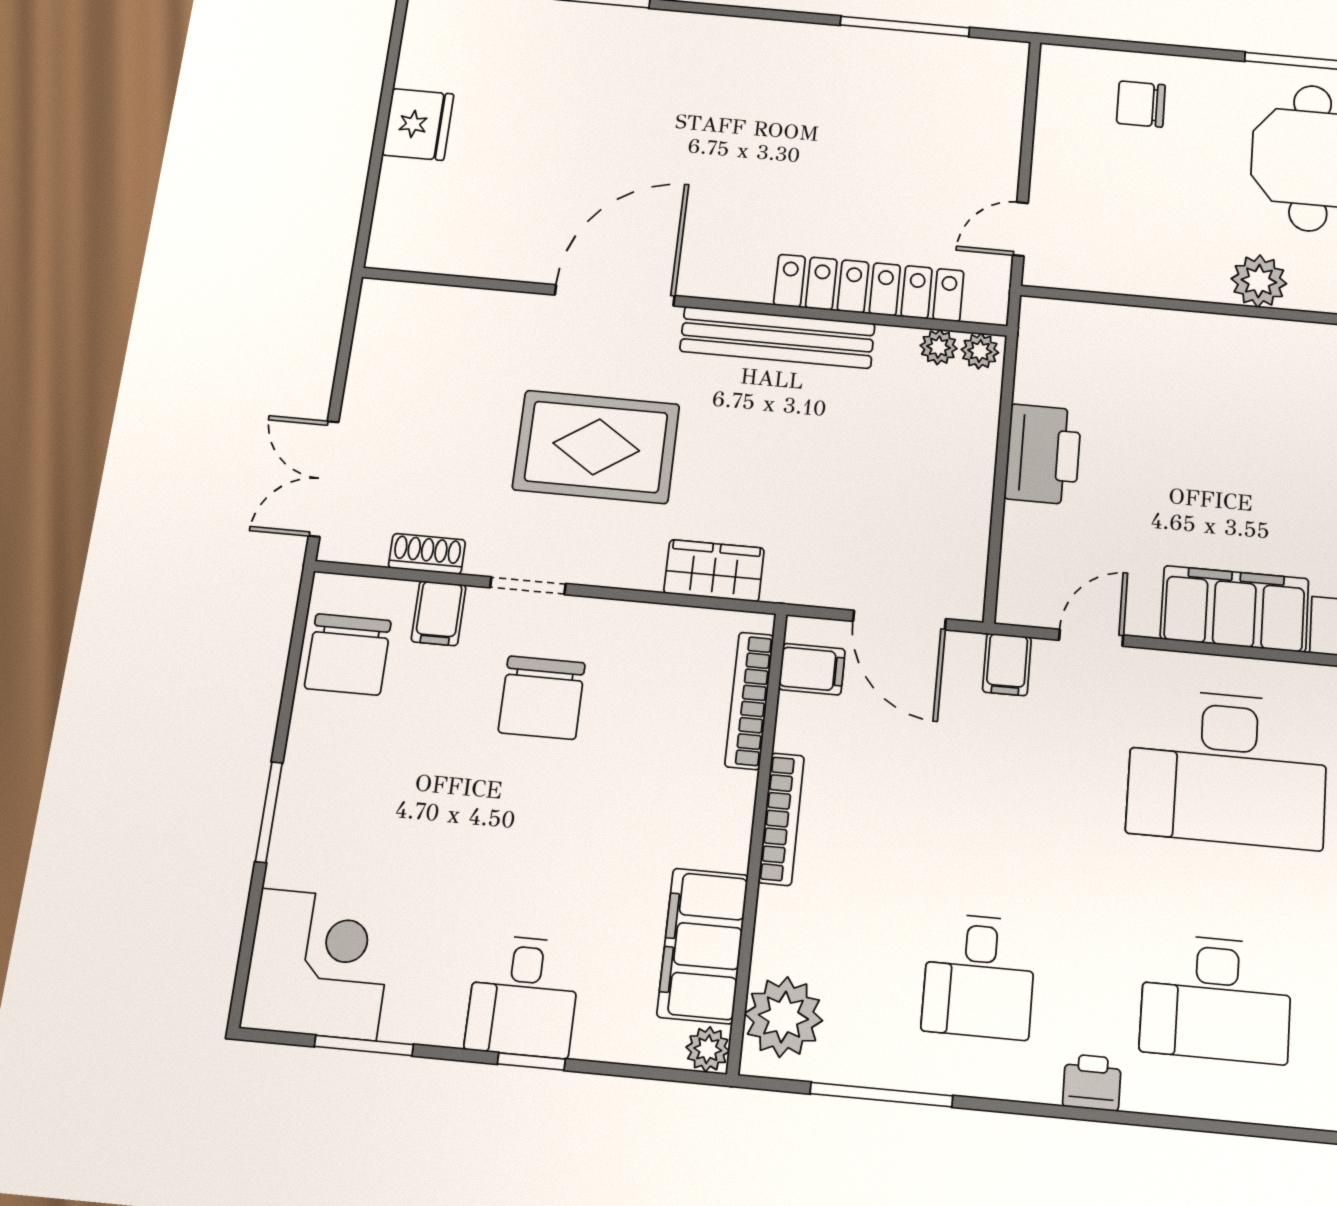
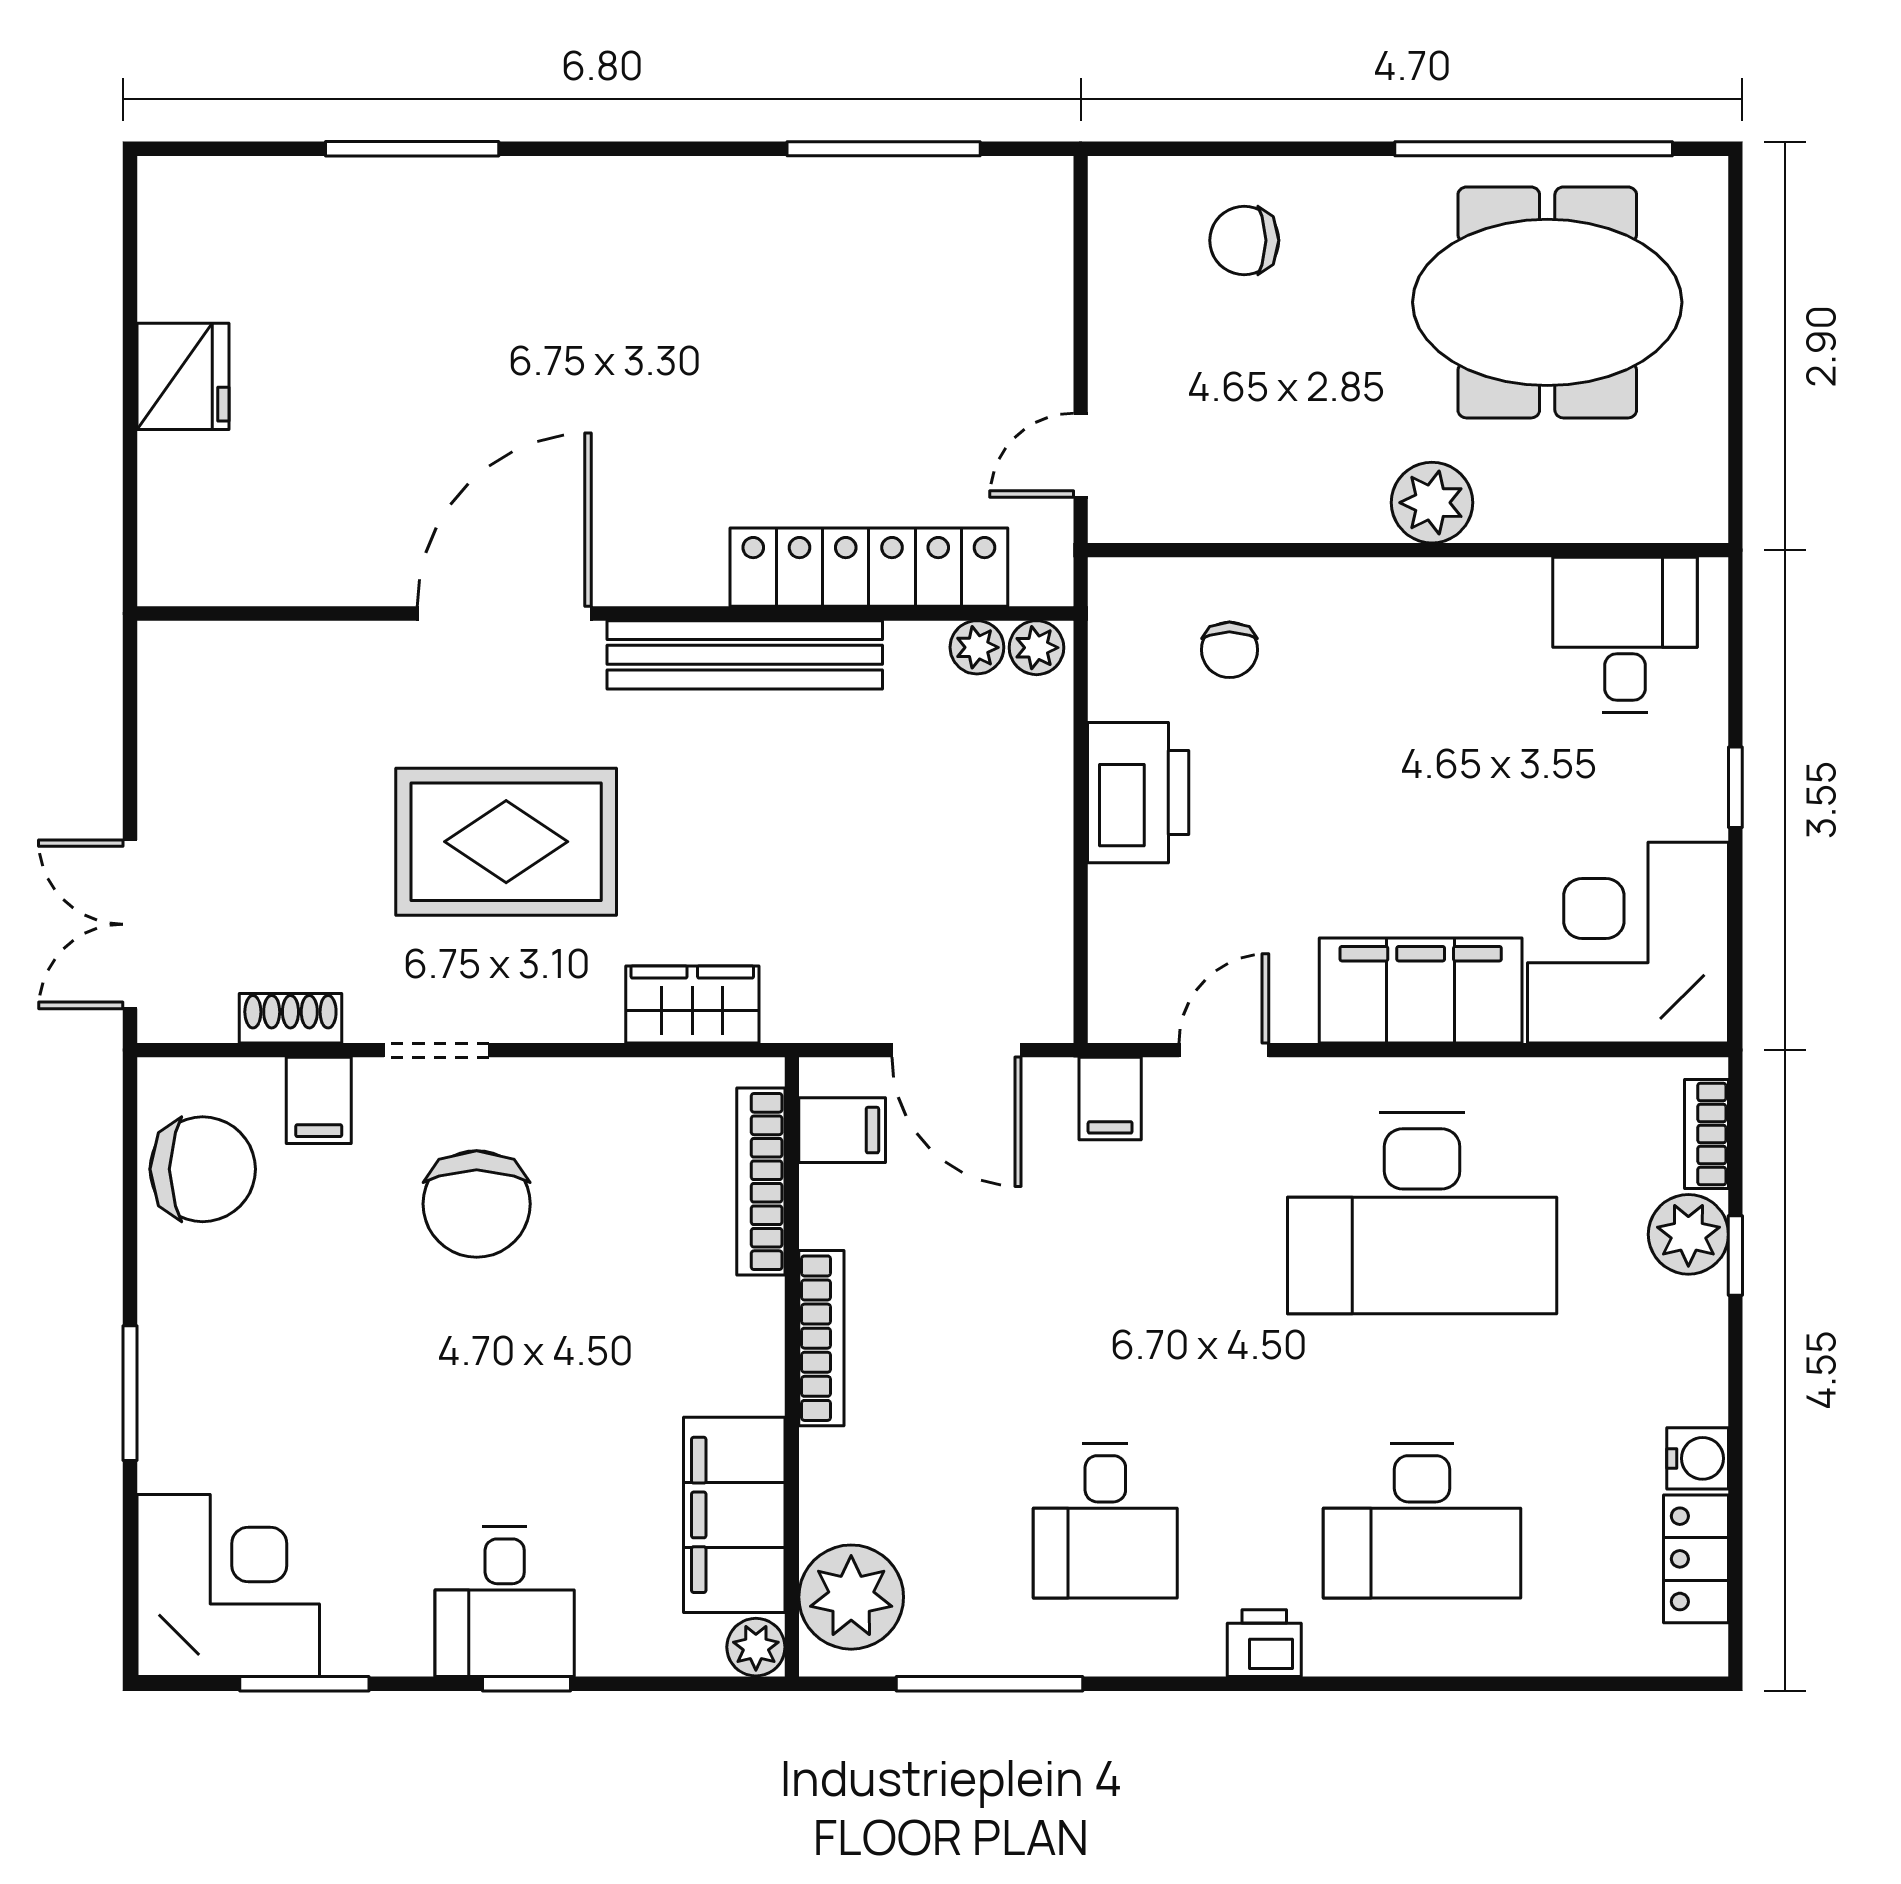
chair: (1114, 365) -> (1229, 650), added
chair: (348, 654) -> (203, 1169), turned -90

